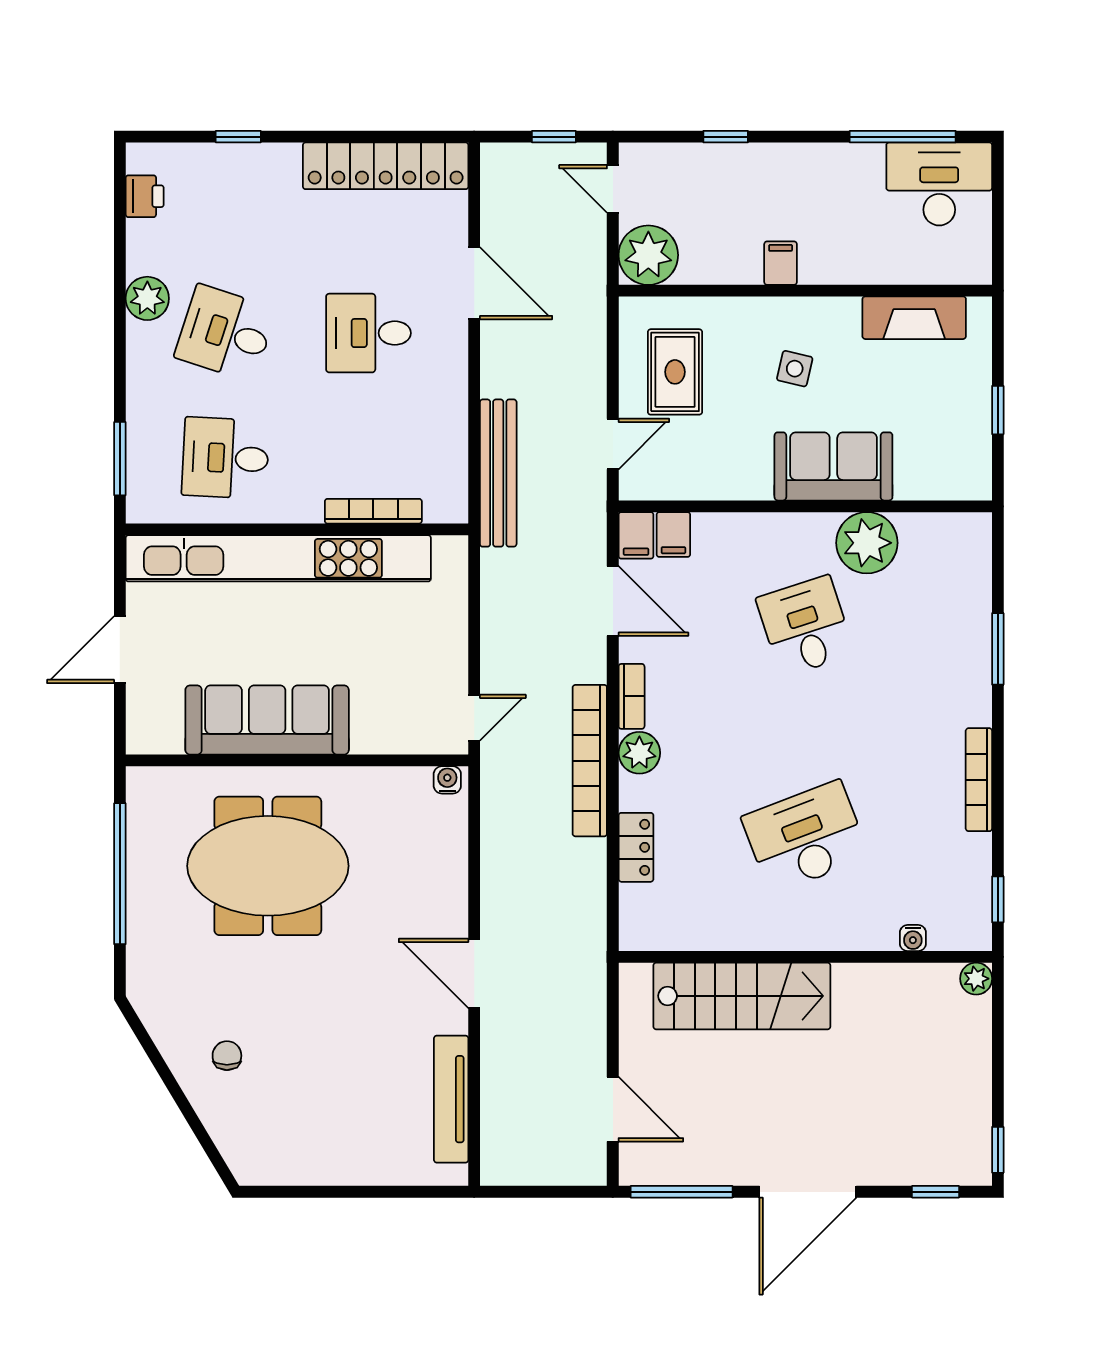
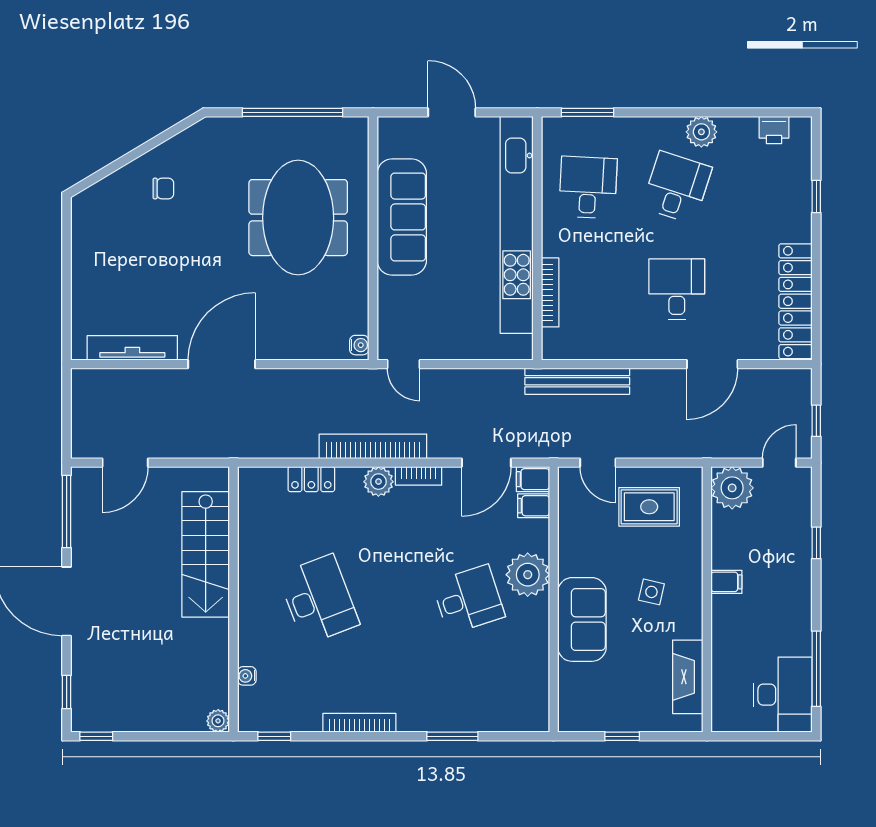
plant: (867, 543) -> (528, 575), moved
door: (474, 973) -> (222, 364), width x1.36

